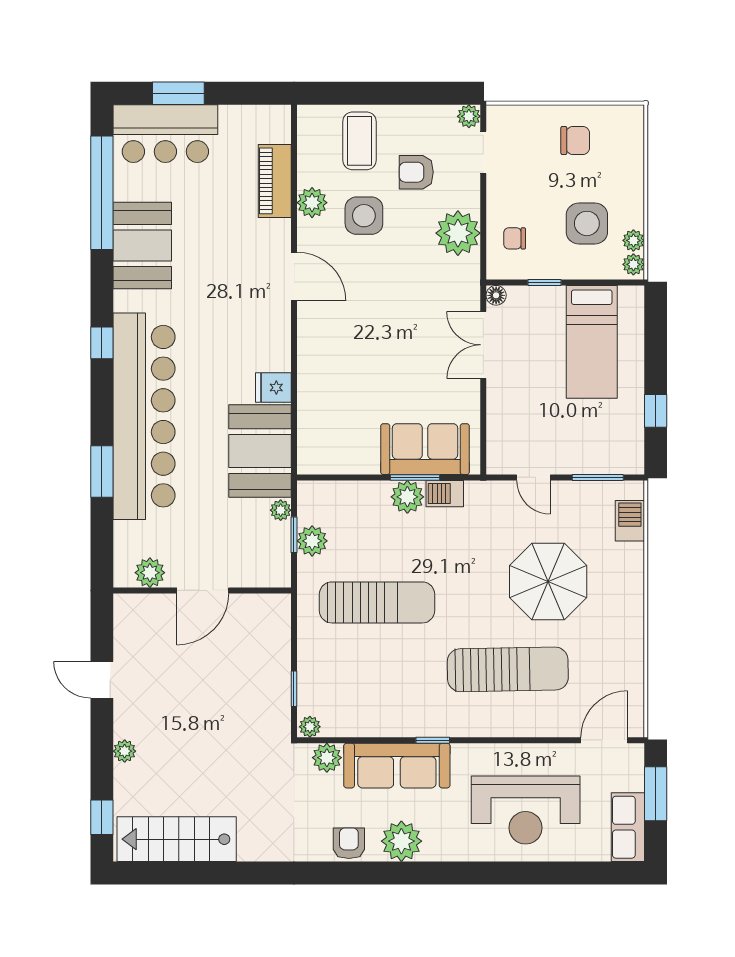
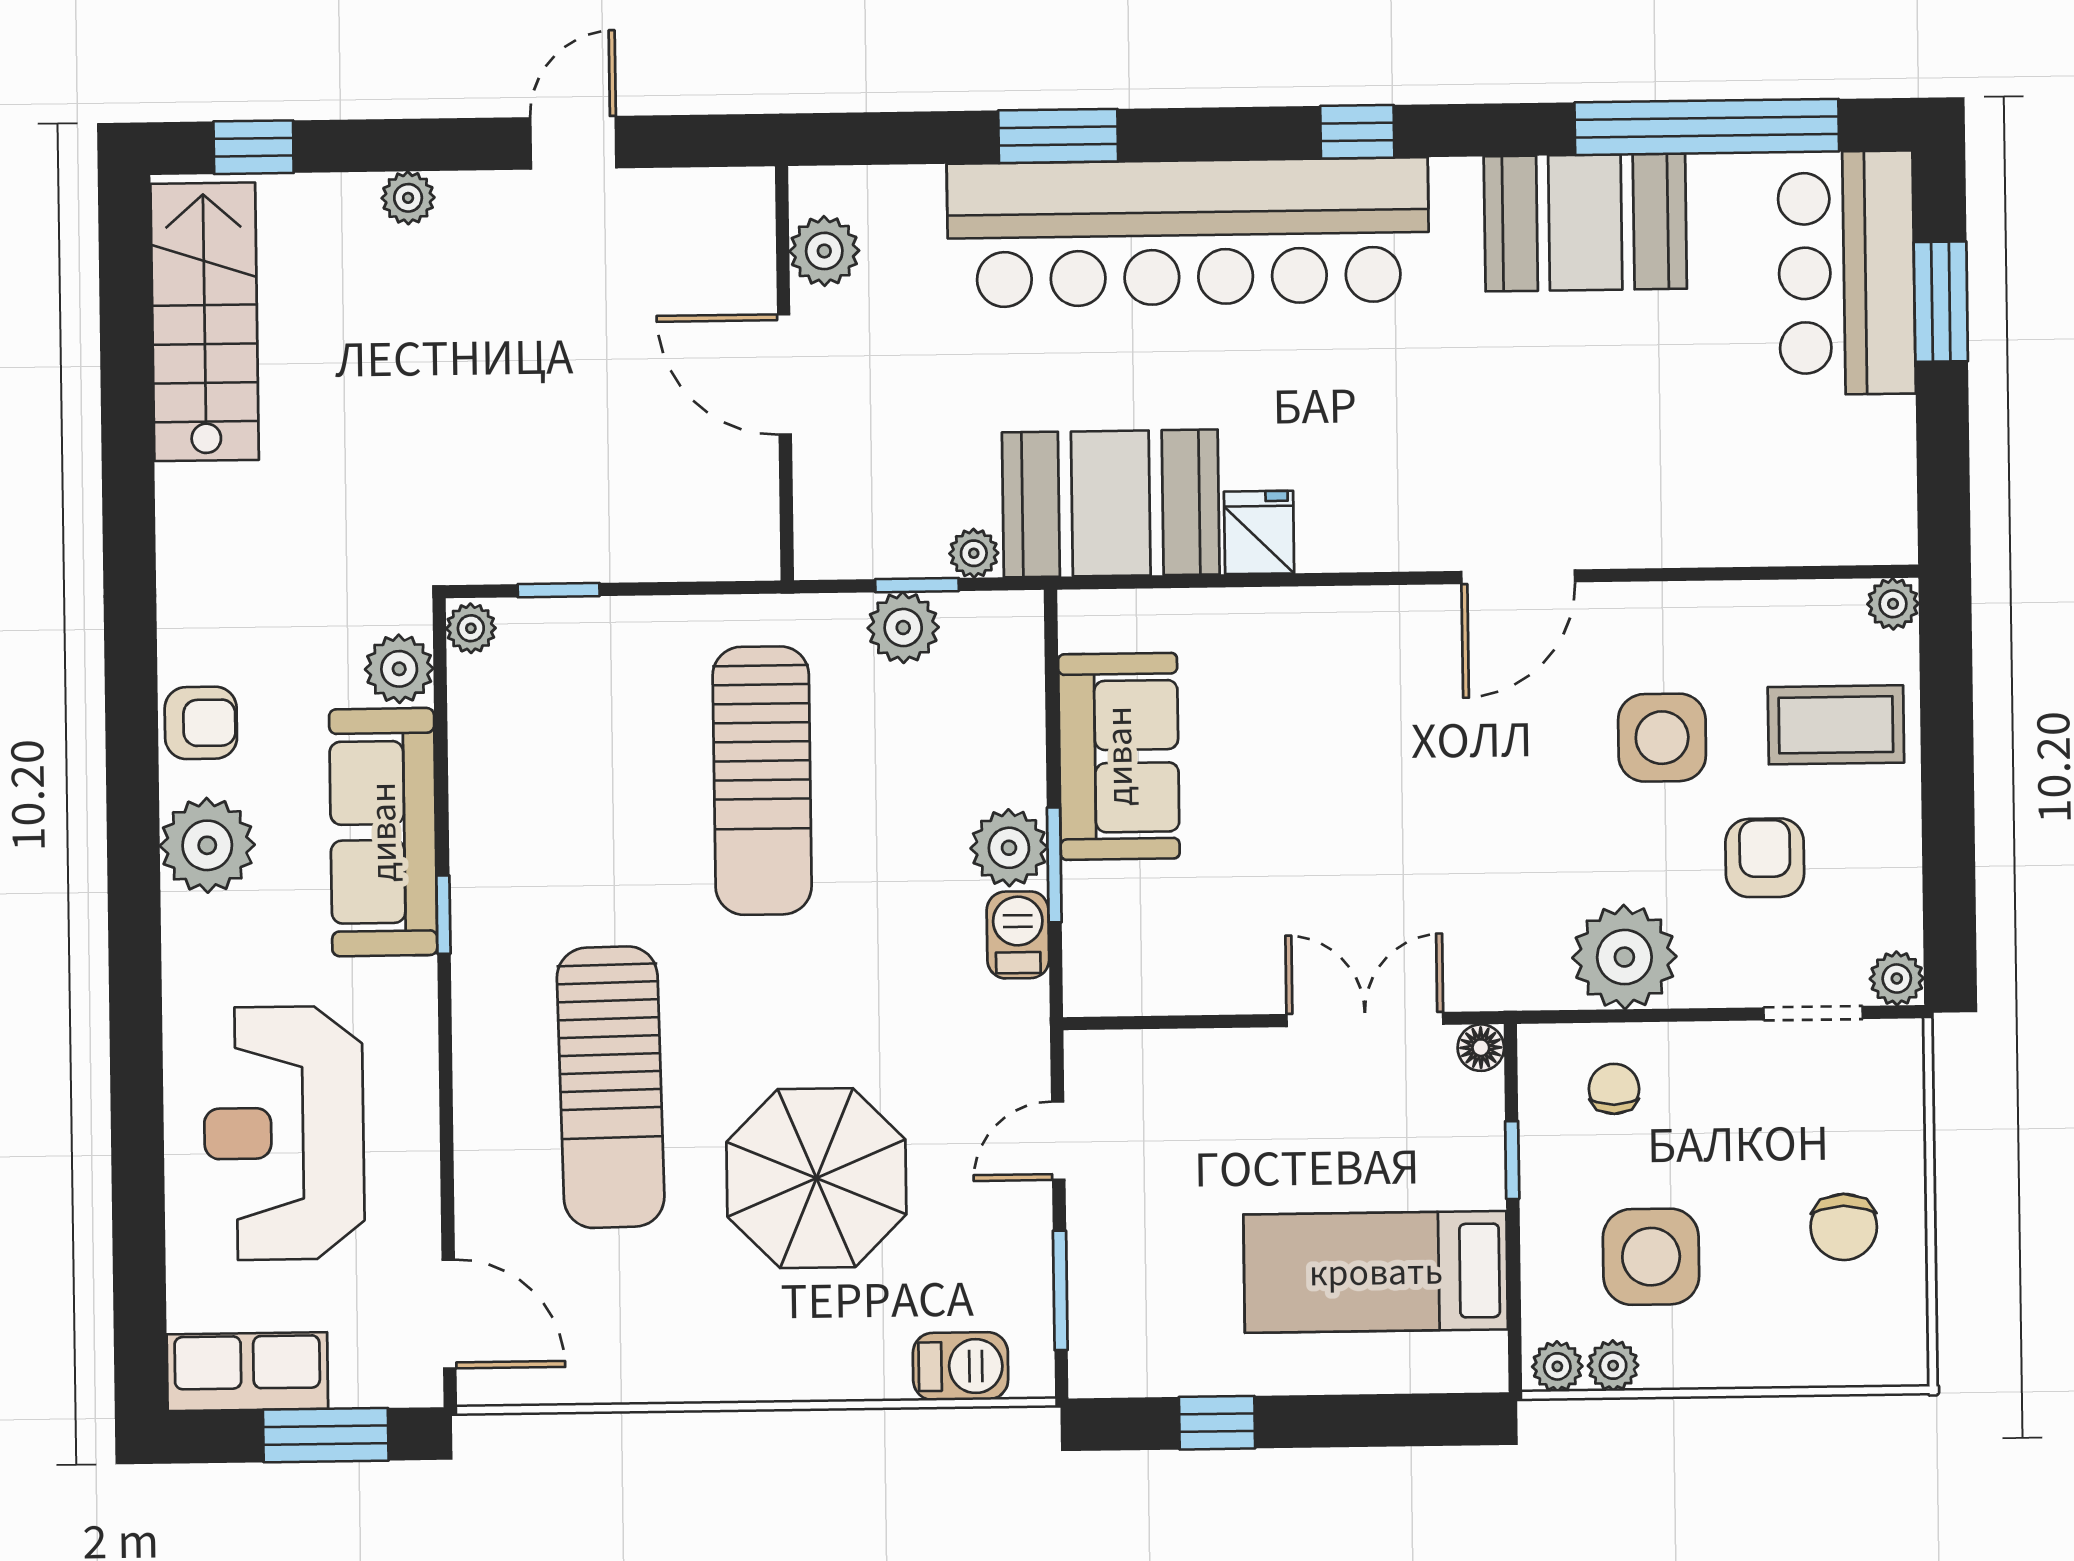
piano: (275, 181) -> (1740, 529), removed
plant: (312, 203) -> (1893, 604), moved, width x0.73, depth x0.73
sofa: (425, 449) -> (1119, 756), moved

